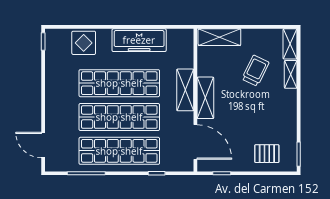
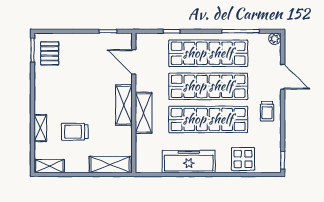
shelving: (290, 44) -> (49, 166), moved, turned 90
trolley: (255, 71) -> (75, 132), turned 64
trolley: (59, 92) -> (267, 111), added
door: (195, 142) -> (134, 62), width x0.73
door: (43, 145) -> (283, 77), moved
pallet: (267, 154) -> (50, 53), moved, turned 90
plant: (51, 166) -> (275, 39), added

